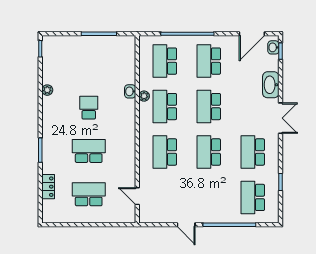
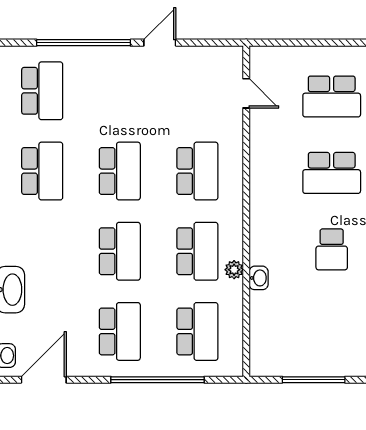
door: (186, 225) -> (160, 43), hinge flipped

